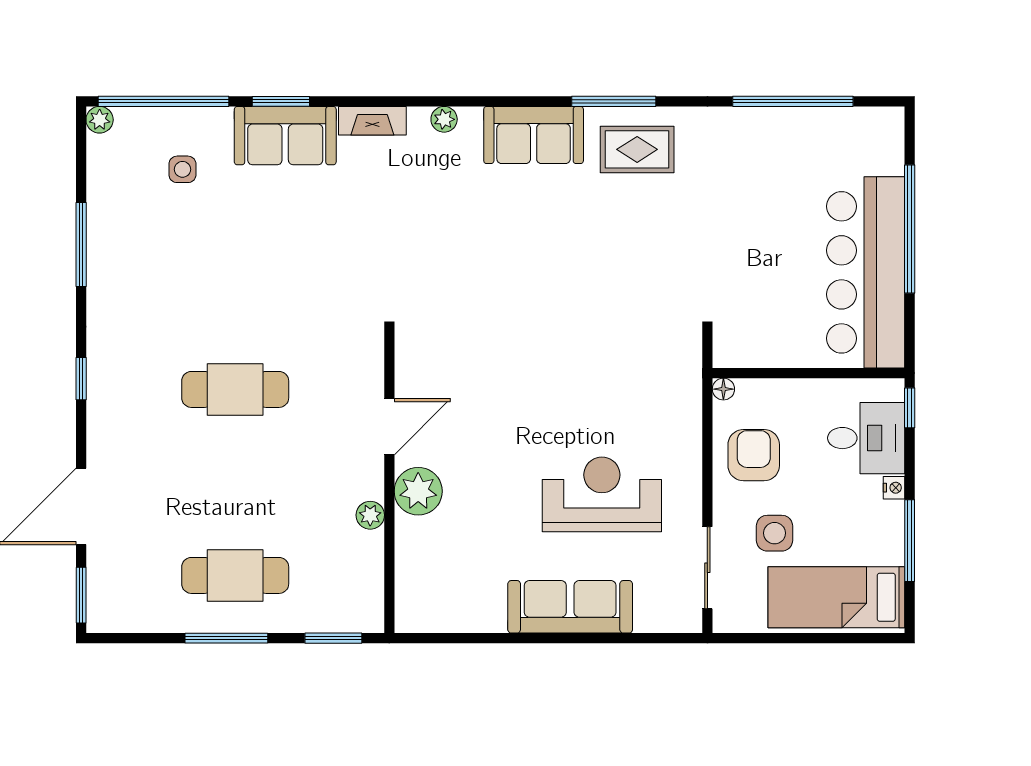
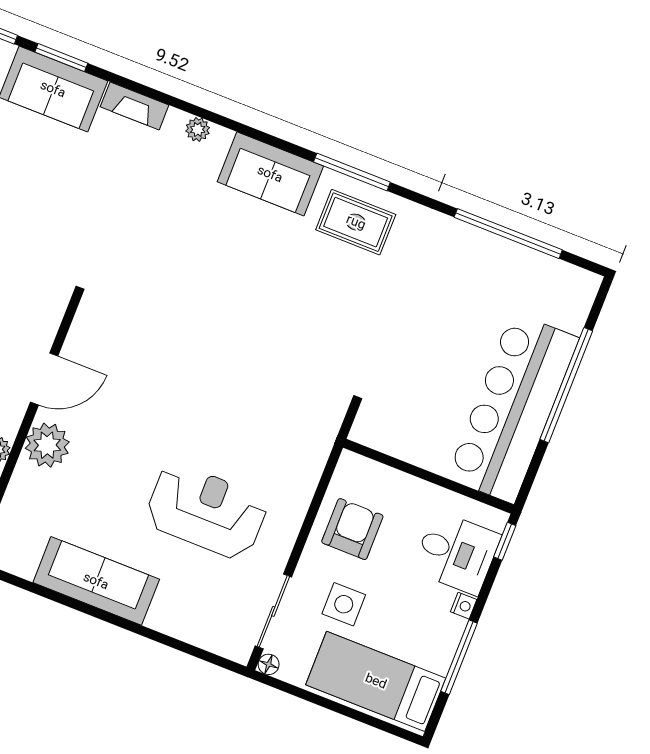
floor lamp: (723, 389) -> (269, 664), moved
sofa: (570, 607) -> (96, 581), moved

